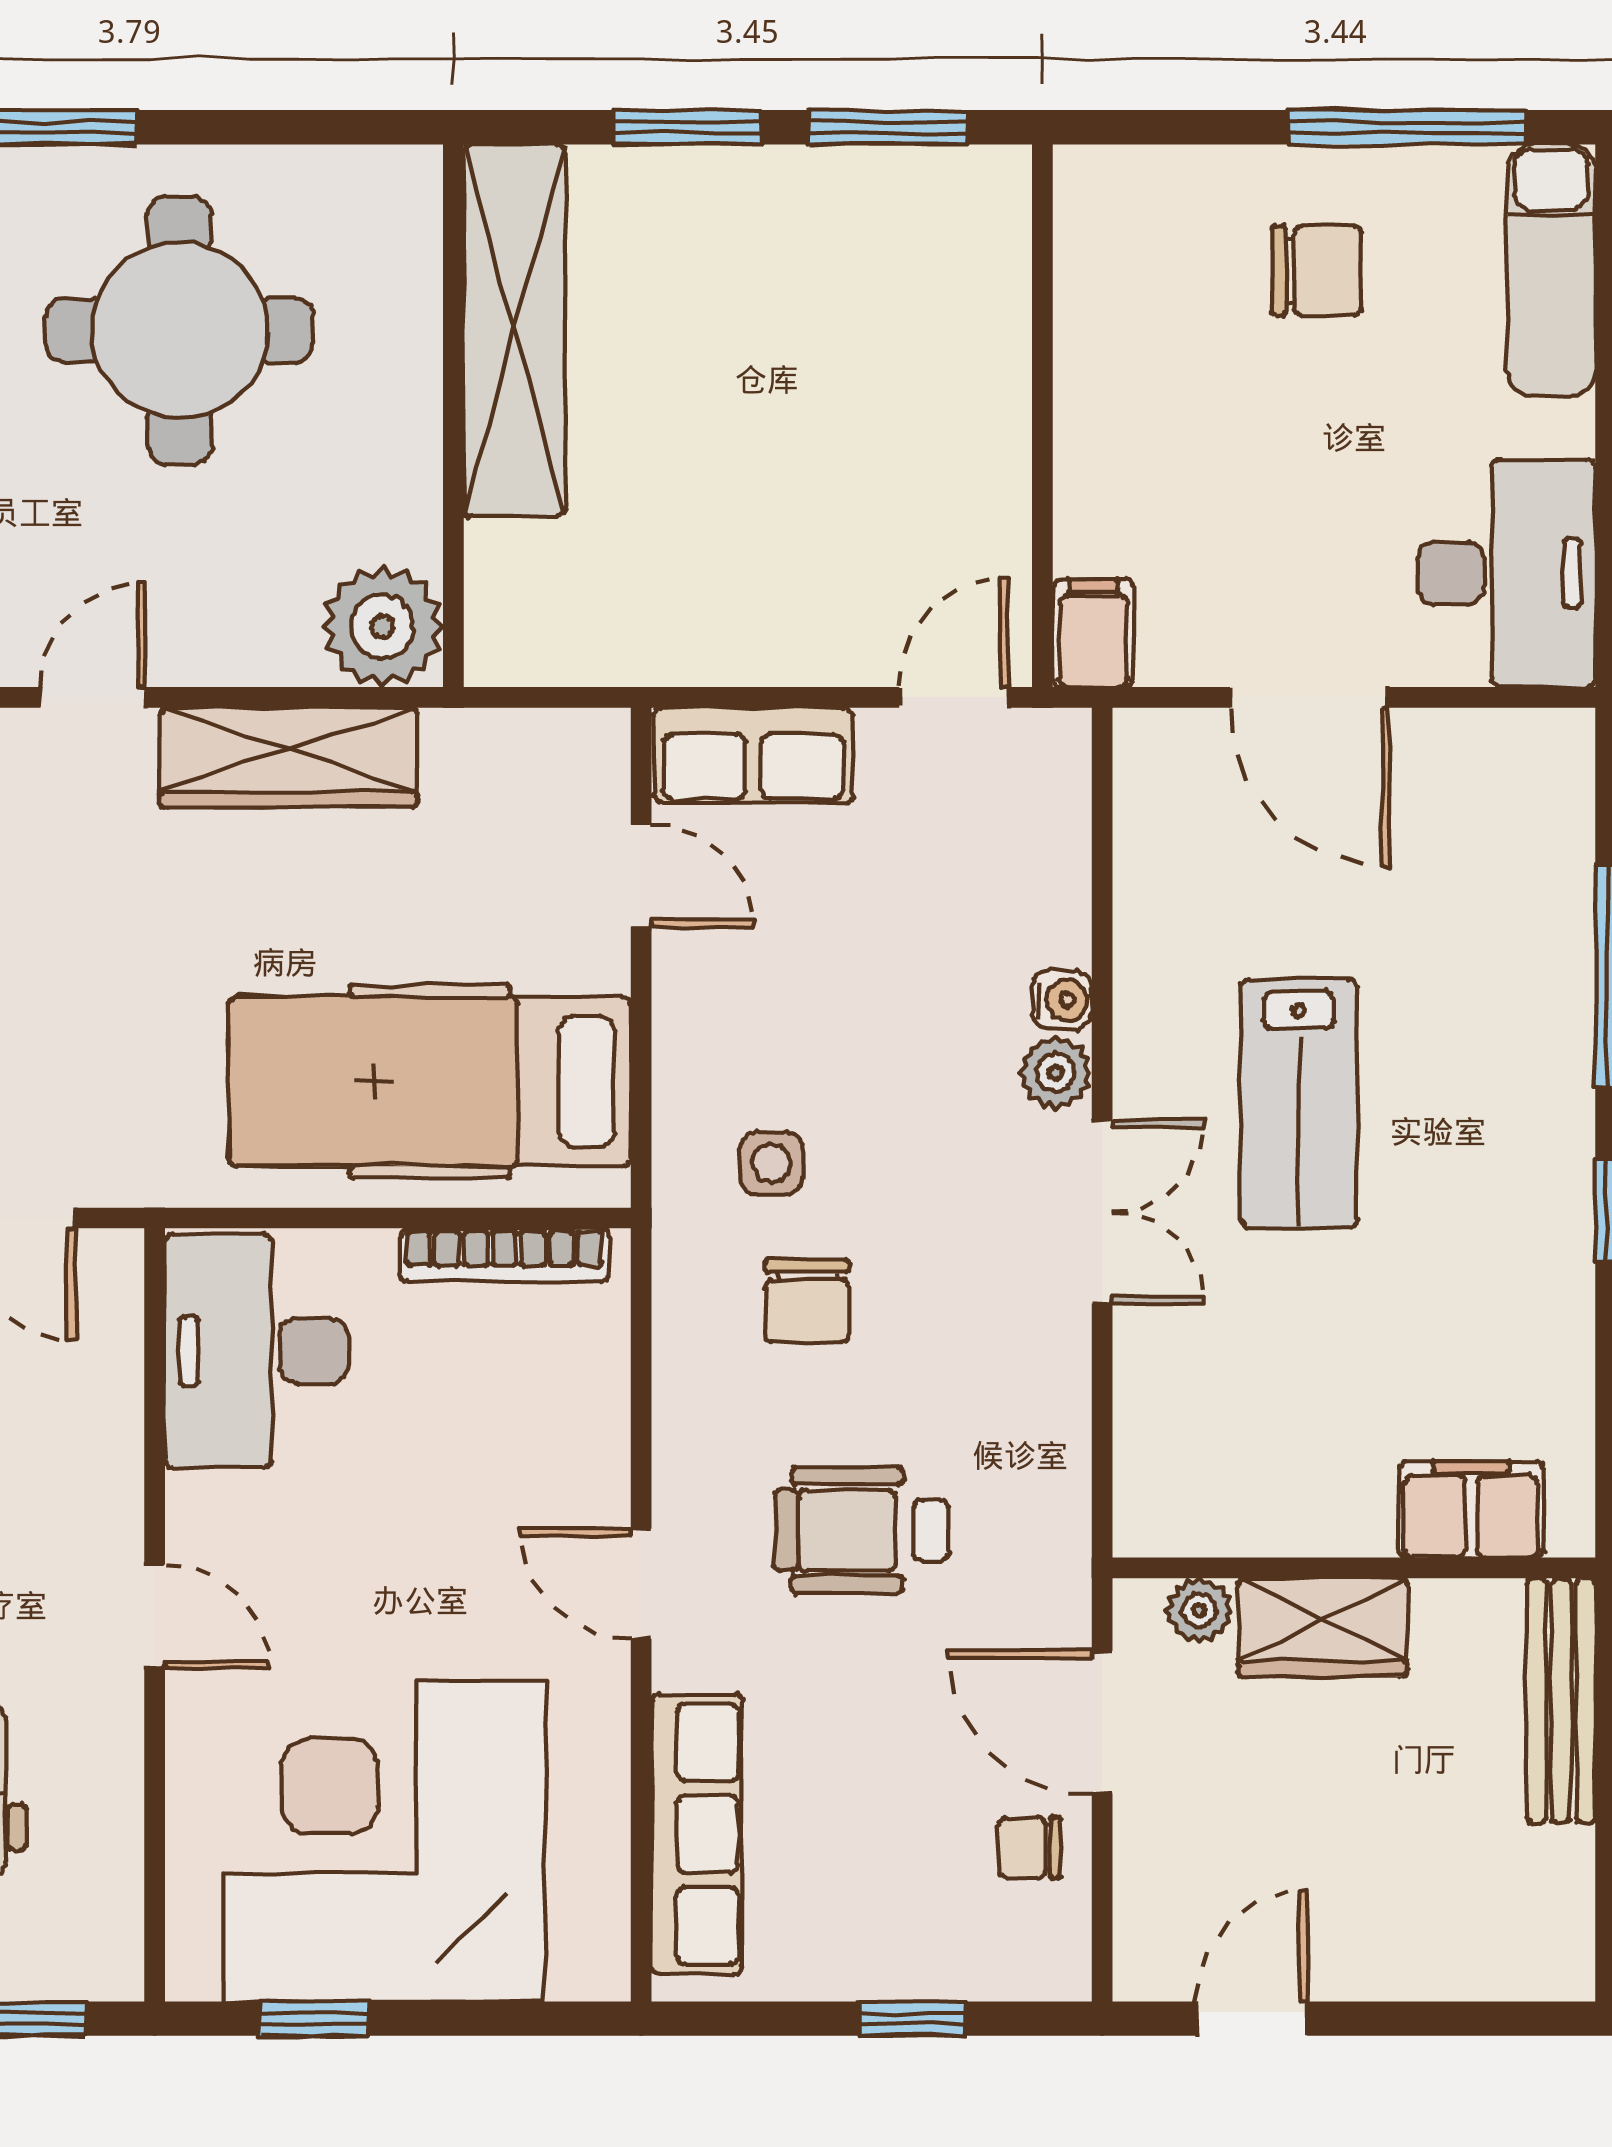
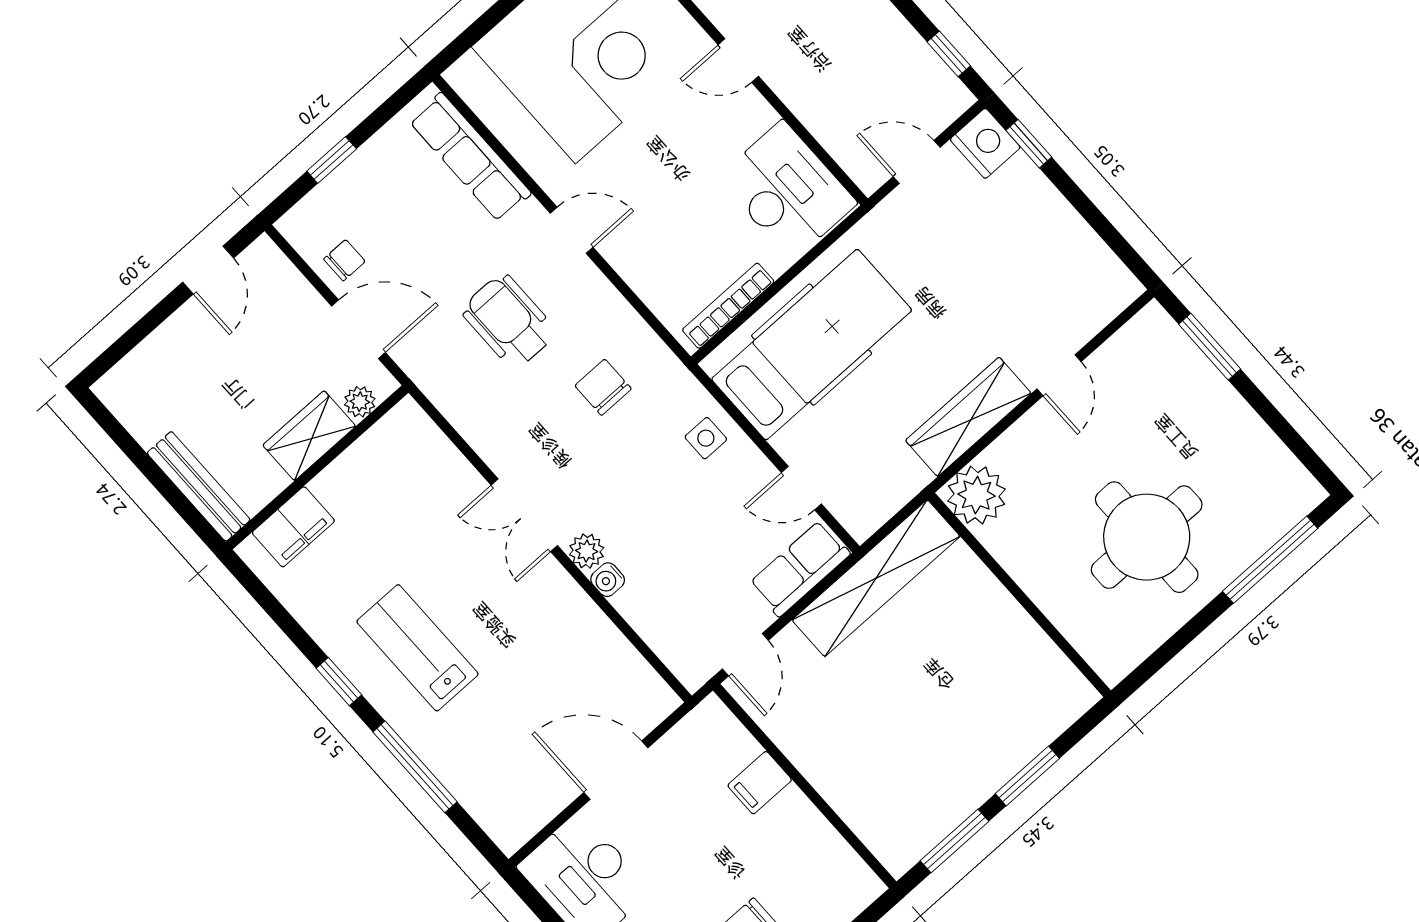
shelving: (514, 330) -> (876, 578), moved, turned 90
filing cabinet: (1093, 633) -> (760, 783), moved, turned 90
lab bench: (1299, 1103) -> (417, 648), moved
side table: (771, 1163) -> (706, 438), moved
wheelchair: (861, 1530) -> (509, 321), turned -90

